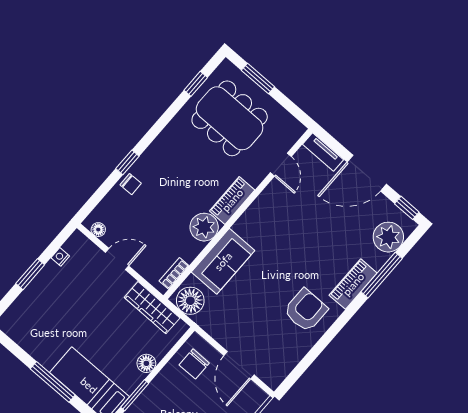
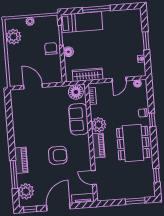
dining table: (230, 118) -> (133, 143), moved, turned 90
armchair: (306, 310) -> (58, 155), moved, turned -90
chair: (194, 364) -> (51, 49), moved

